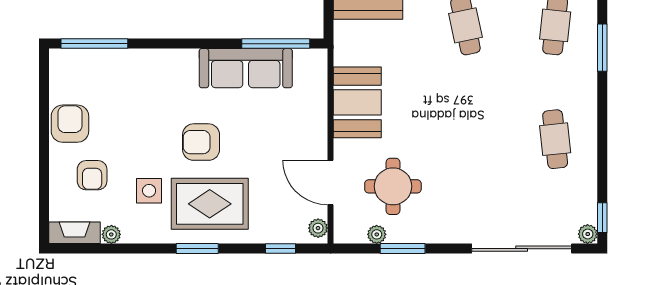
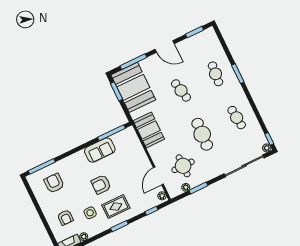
sofa: (246, 68) -> (100, 150), width x0.73
booth: (357, 102) -> (149, 130), moved
armchair: (70, 124) -> (54, 183), moved
cafe table: (465, 139) -> (202, 134), added
door: (331, 182) -> (158, 176), hinge flipped
rug: (210, 204) -> (116, 207), width x0.73, depth x0.70

